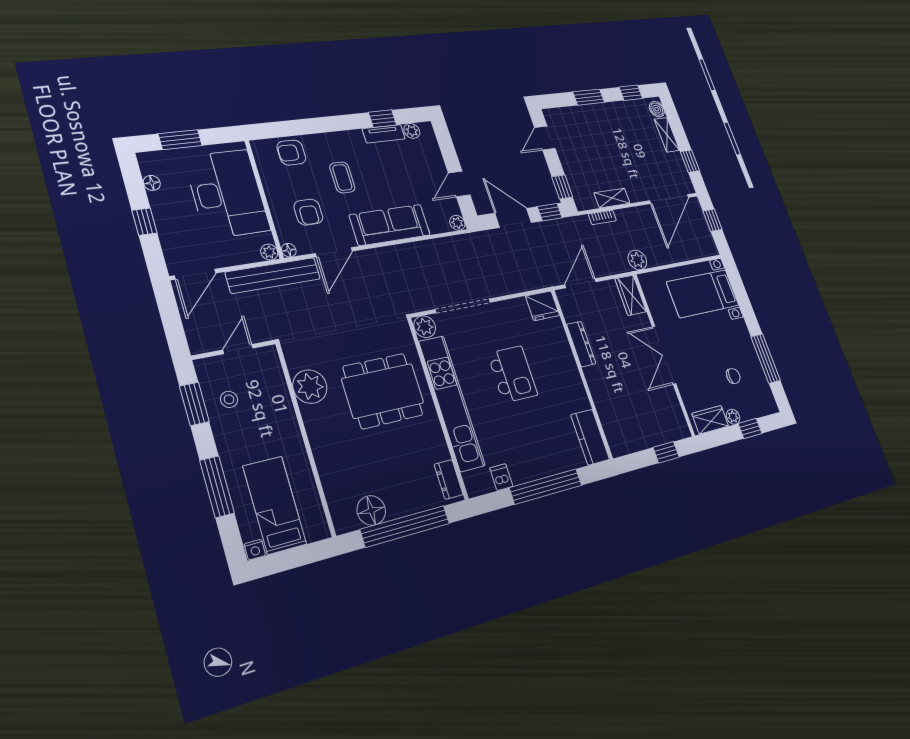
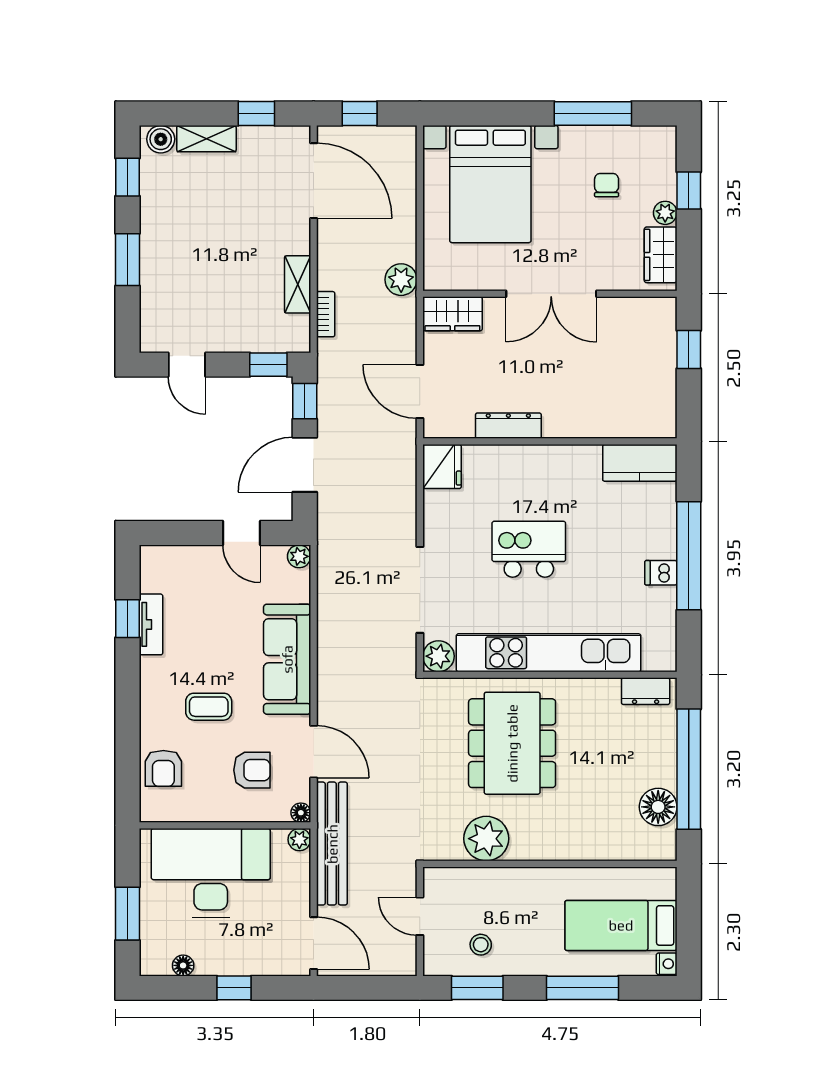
plant: (412, 131) -> (151, 580), removed
bed with nightstands: (703, 294) -> (490, 184), width x1.36
dishwasher: (501, 477) -> (661, 573), moved

